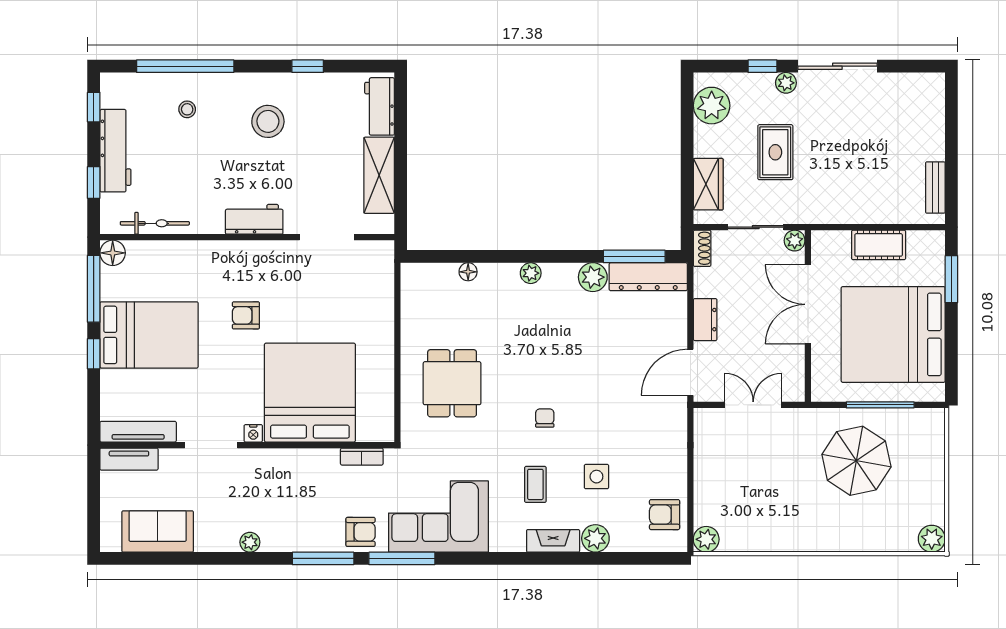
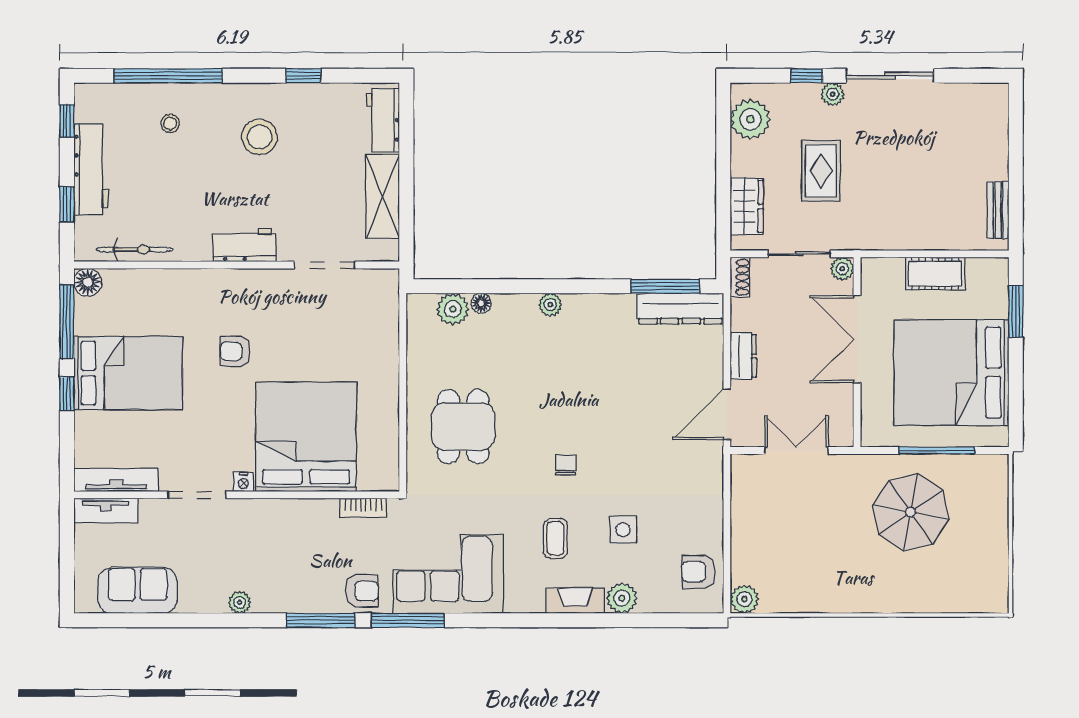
plant: (593, 277) -> (453, 309), moved
plant: (932, 539) -> (994, 599), removed

